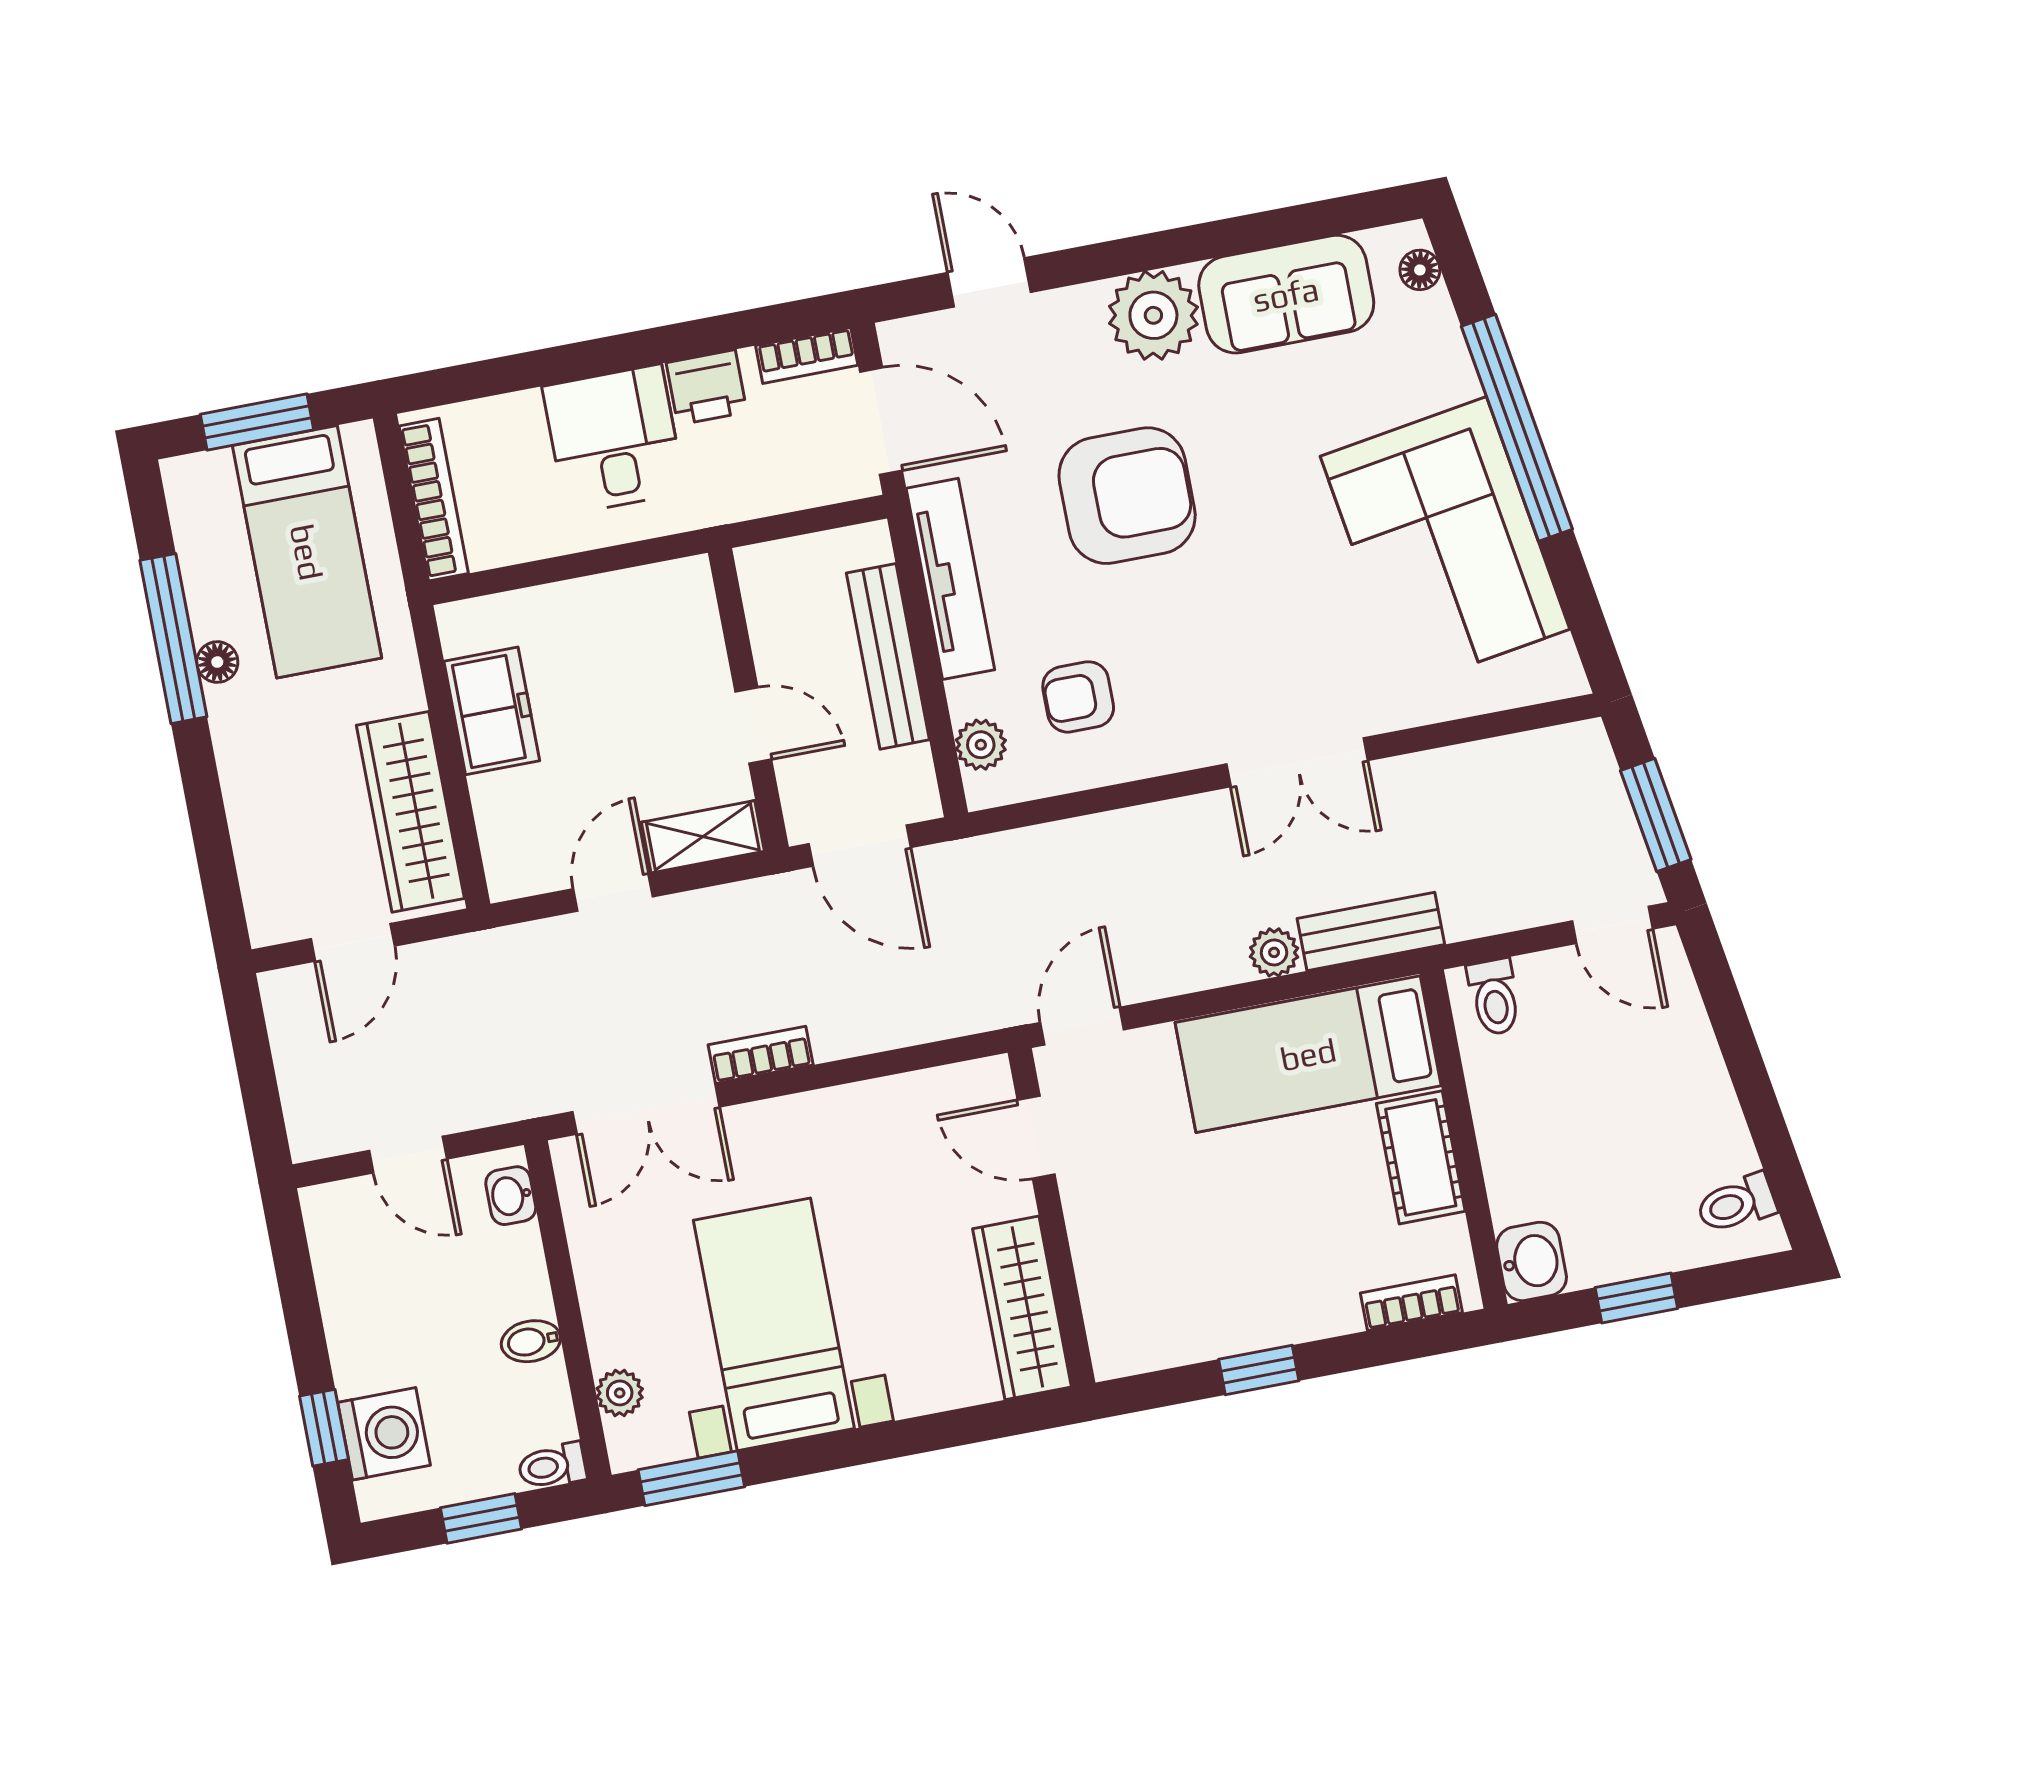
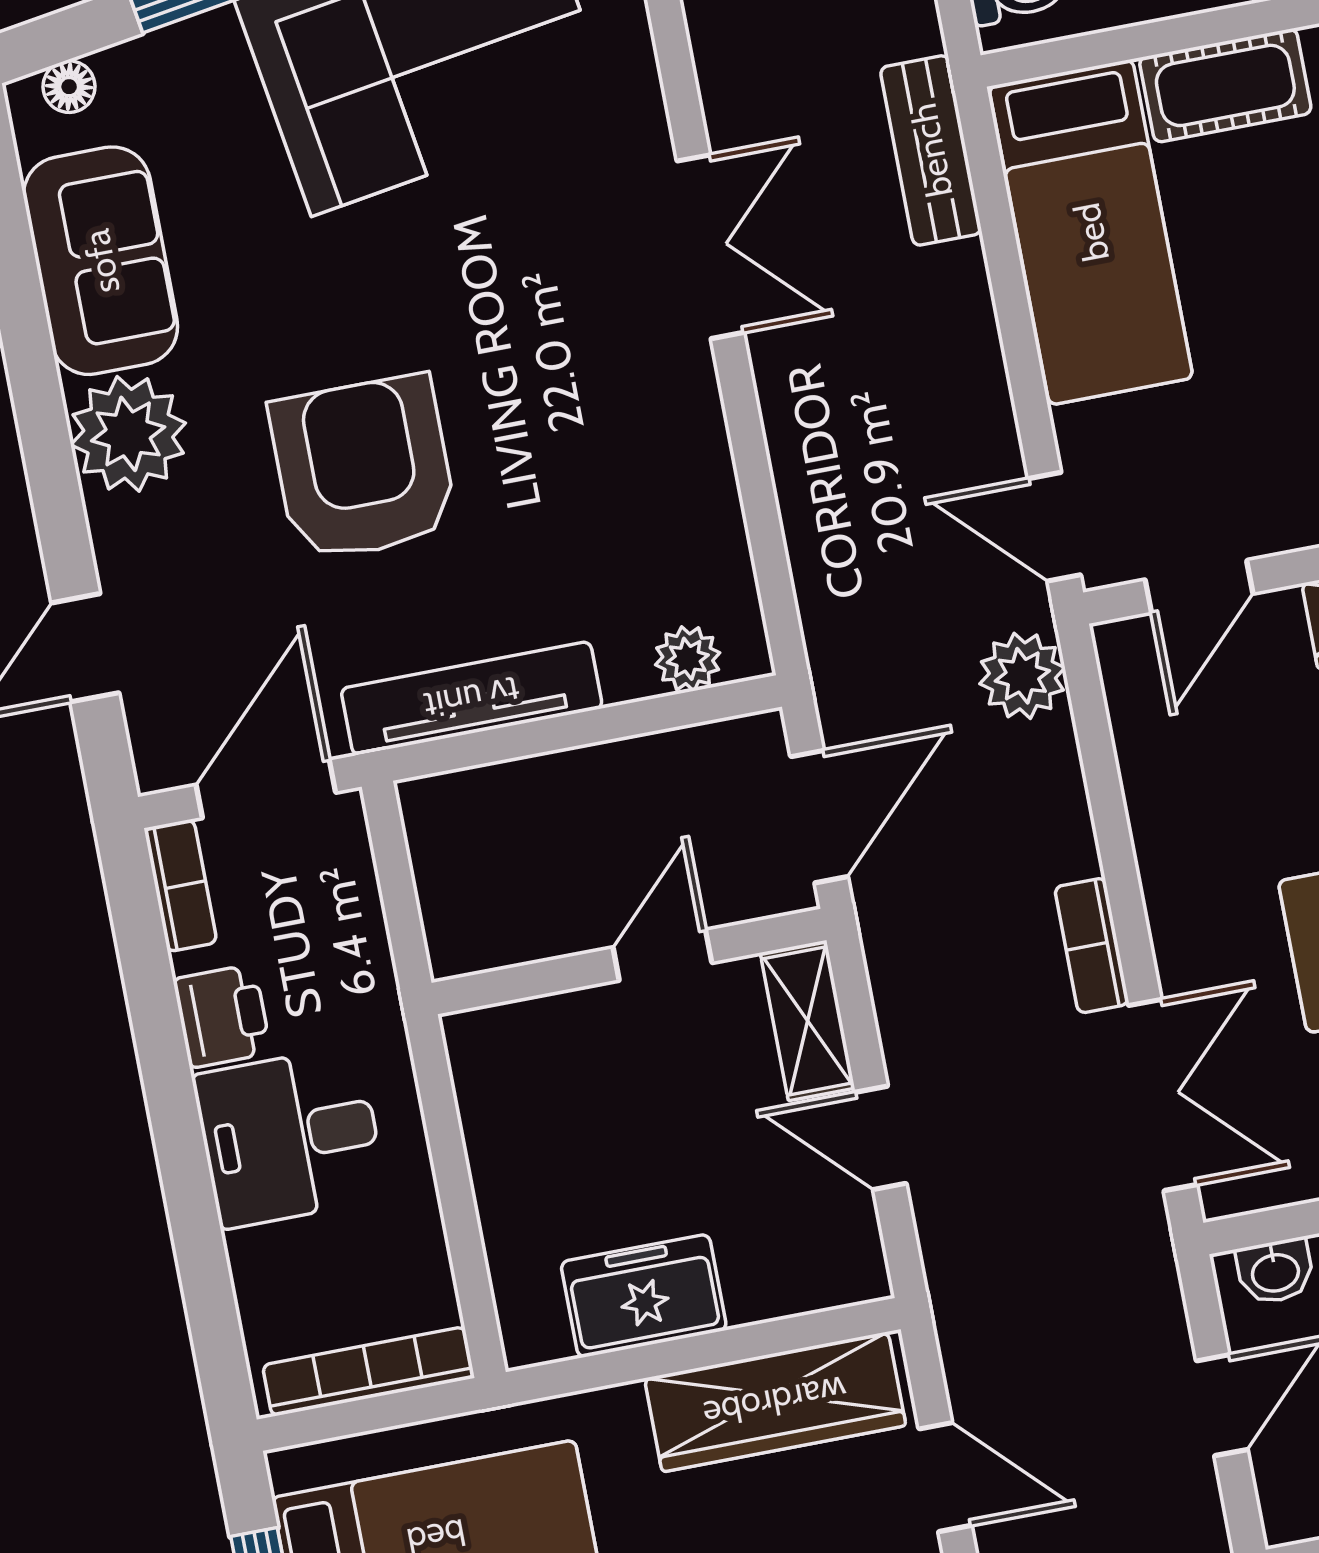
bench: (888, 656) -> (573, 780), removed
armchair: (1078, 697) -> (625, 532), removed
plant: (1274, 952) -> (1022, 676), moved, width x1.38, depth x1.38

